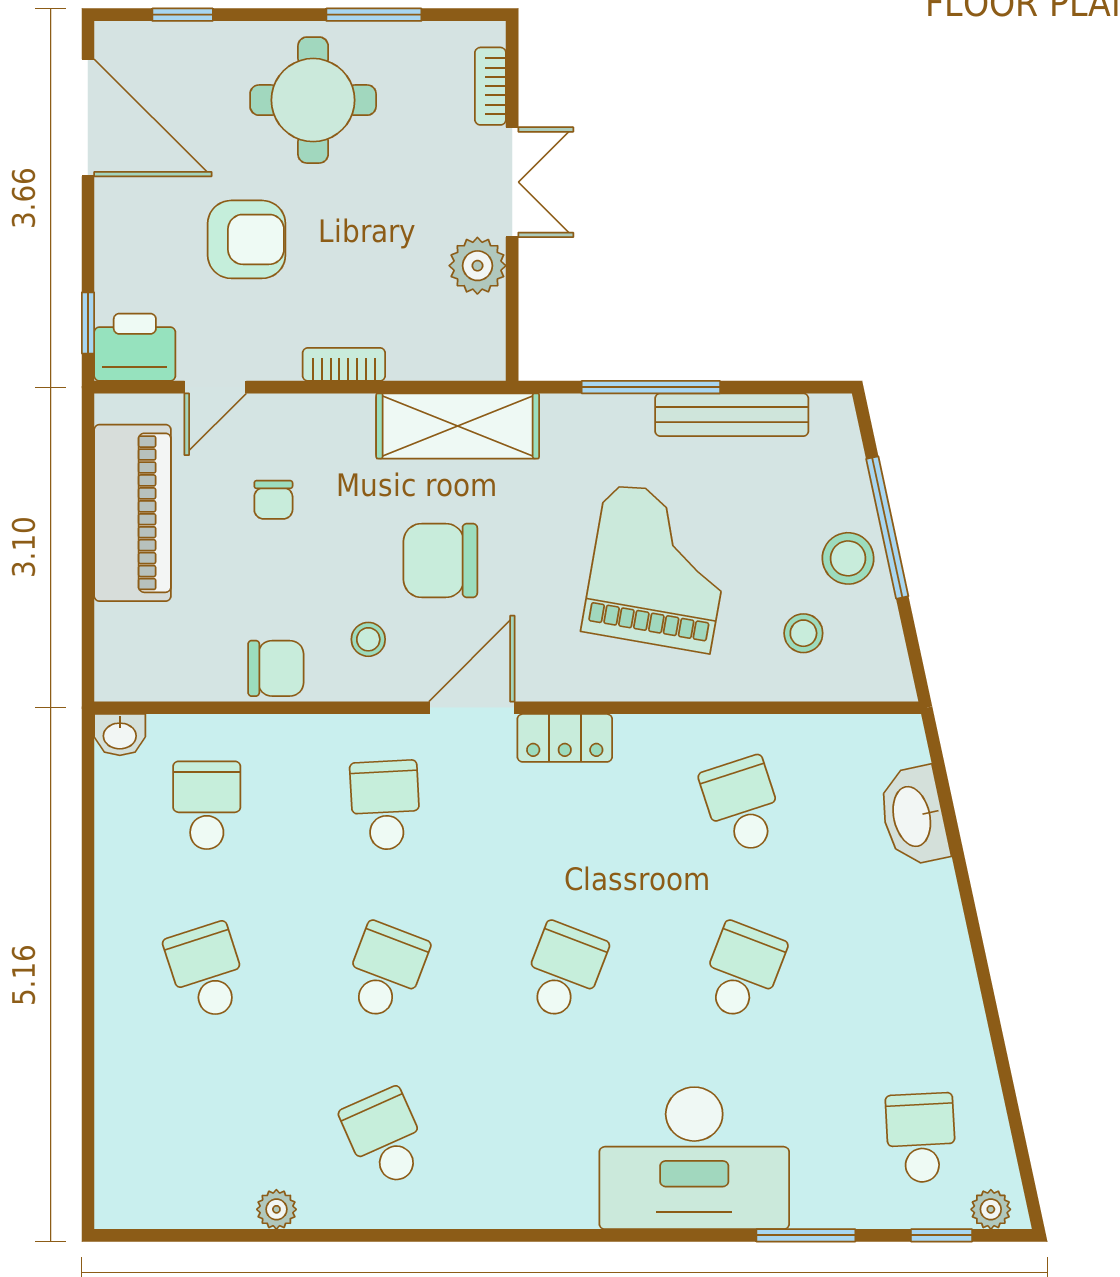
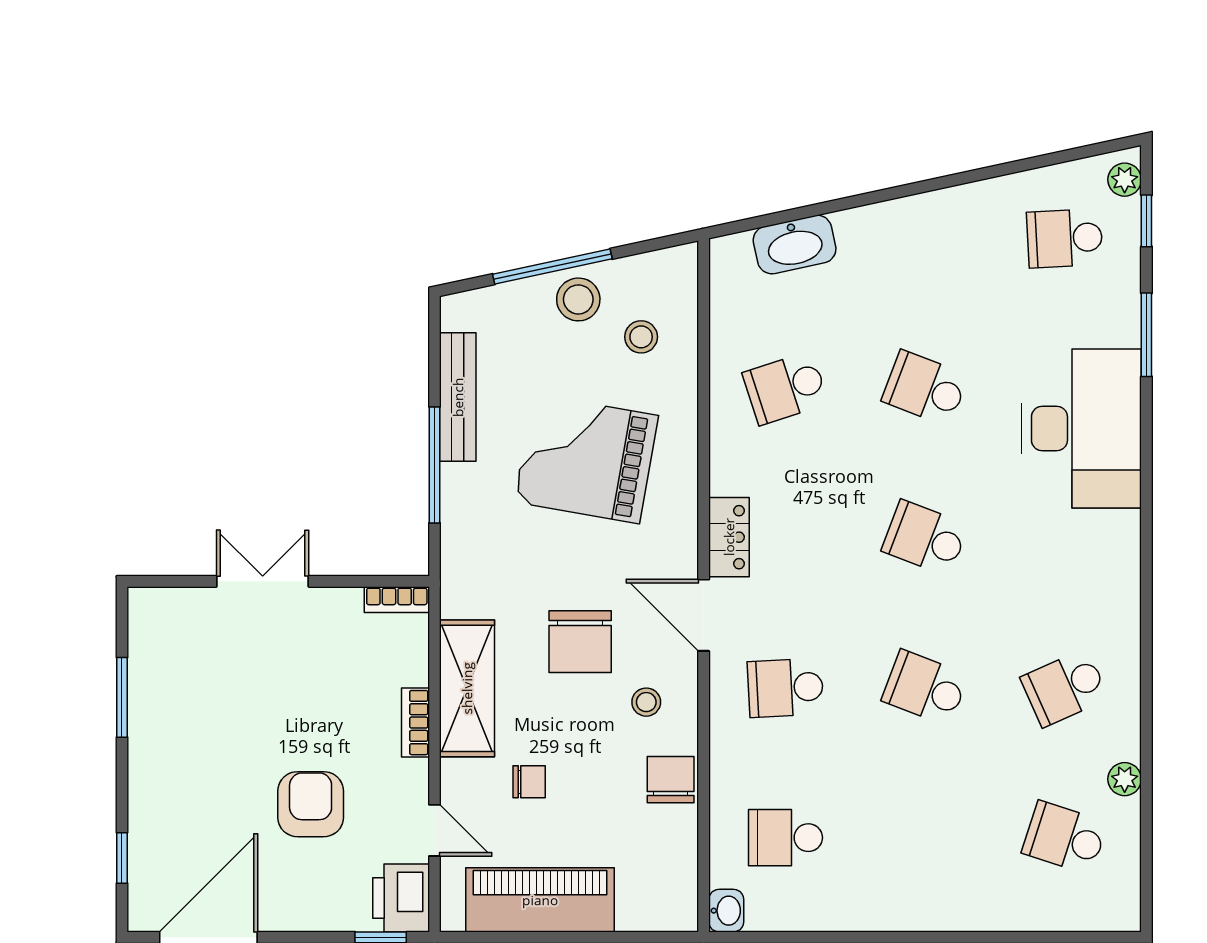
bookcase: (490, 86) -> (397, 600), moved
round table: (313, 100) -> (194, 748), removed
plant: (477, 266) -> (333, 610), removed
shelving: (458, 426) -> (467, 688), moved
school desk: (207, 972) -> (1065, 838), moved, turned 36

